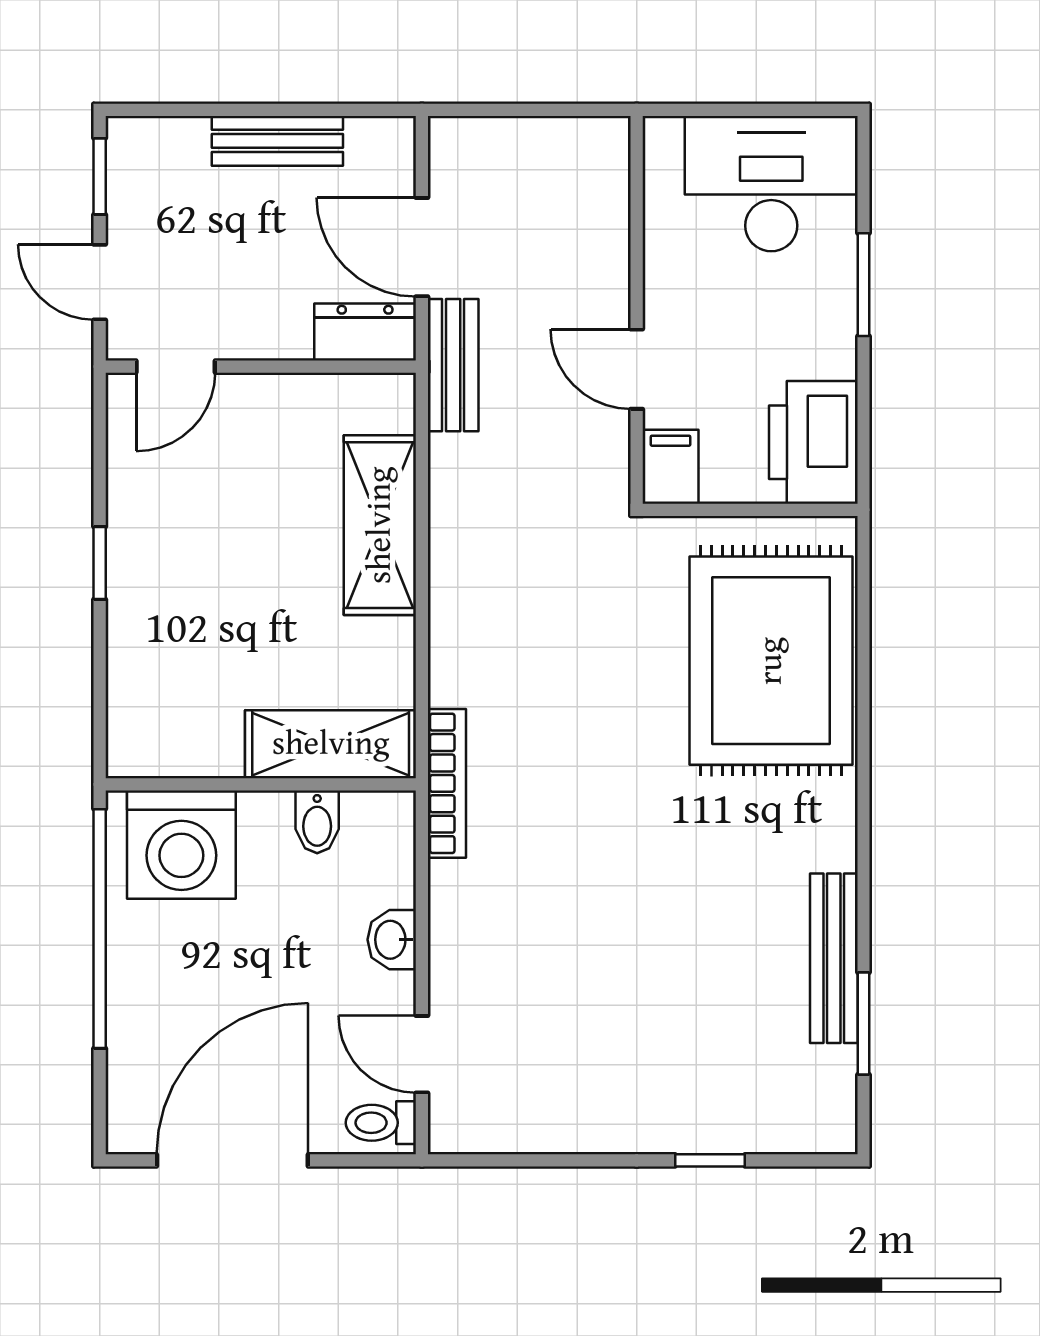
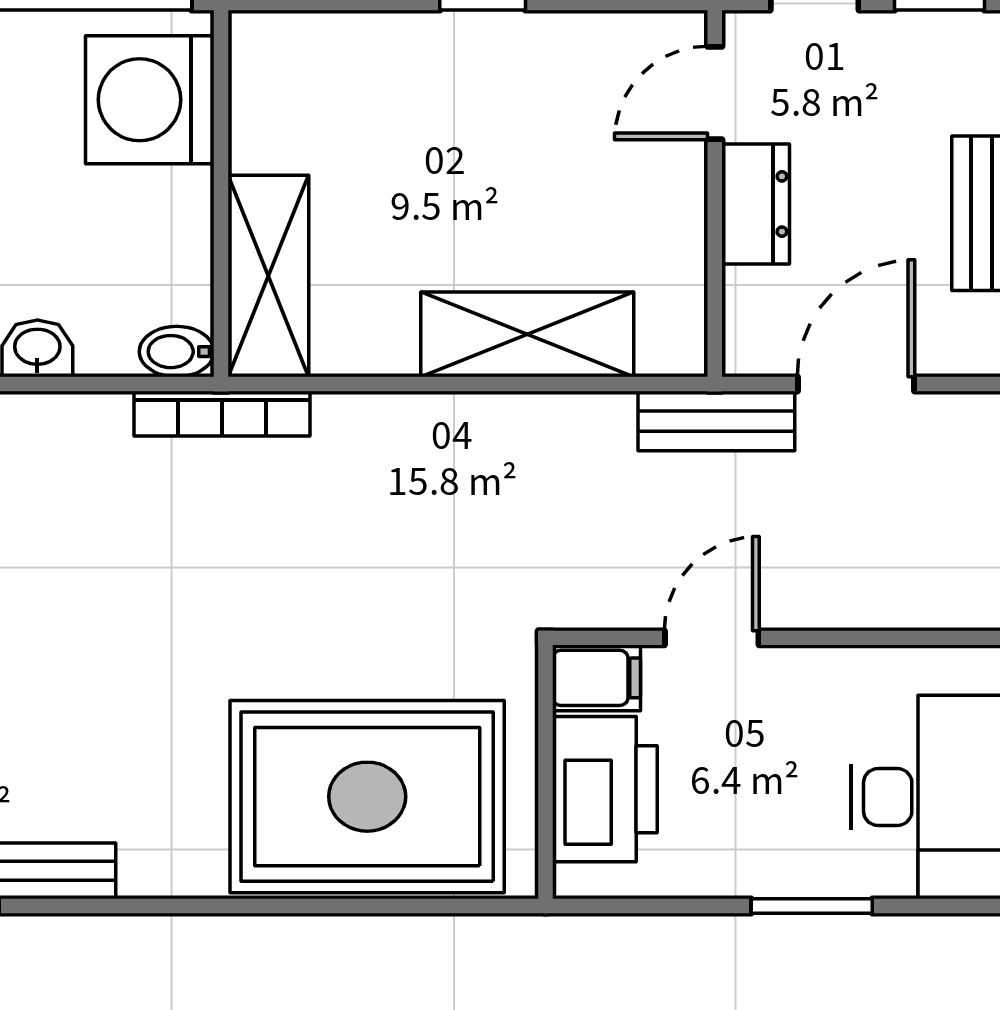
dresser: (365, 332) -> (756, 204), moved
door: (176, 367) -> (715, 93), hinge flipped
printer: (813, 442) -> (605, 789), moved, turned 90
bidet: (317, 822) -> (177, 352), moved

